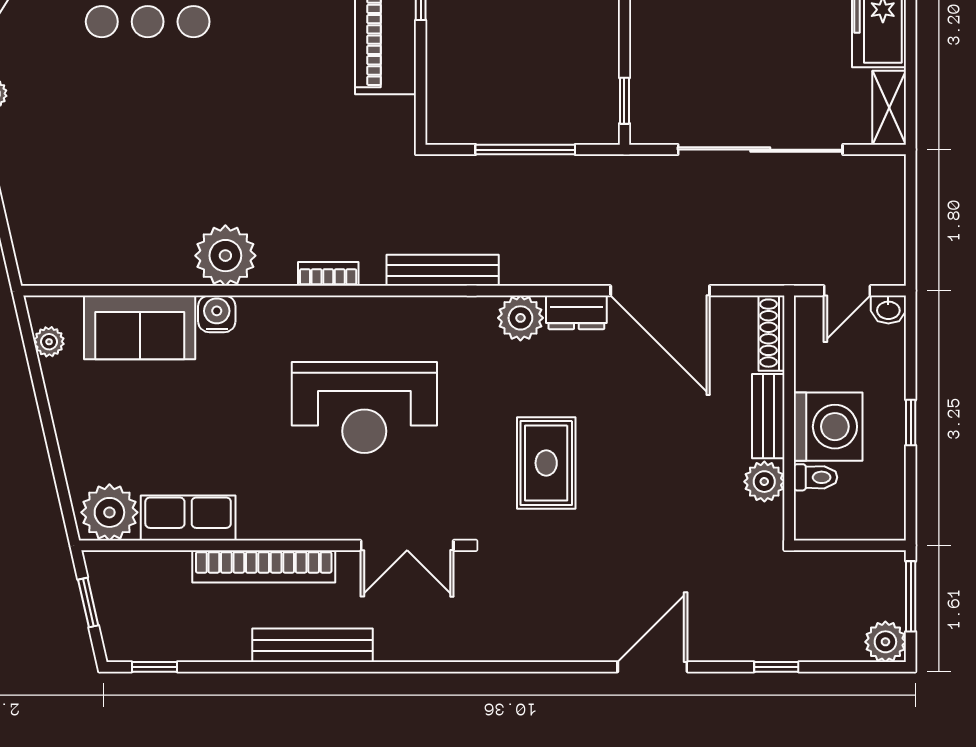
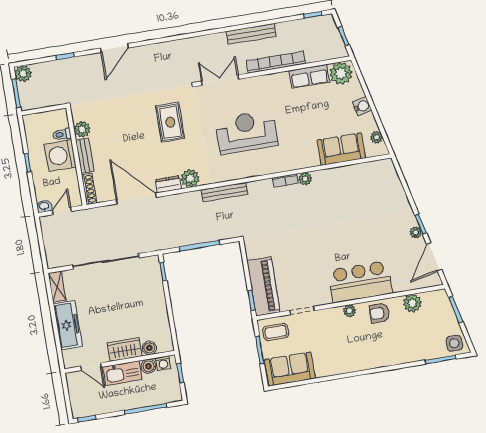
plant: (225, 256) -> (305, 179), width x0.53, depth x0.53
bookcase: (328, 274) -> (285, 180), moved
water cooler: (217, 314) -> (362, 106), moved, turned -103

